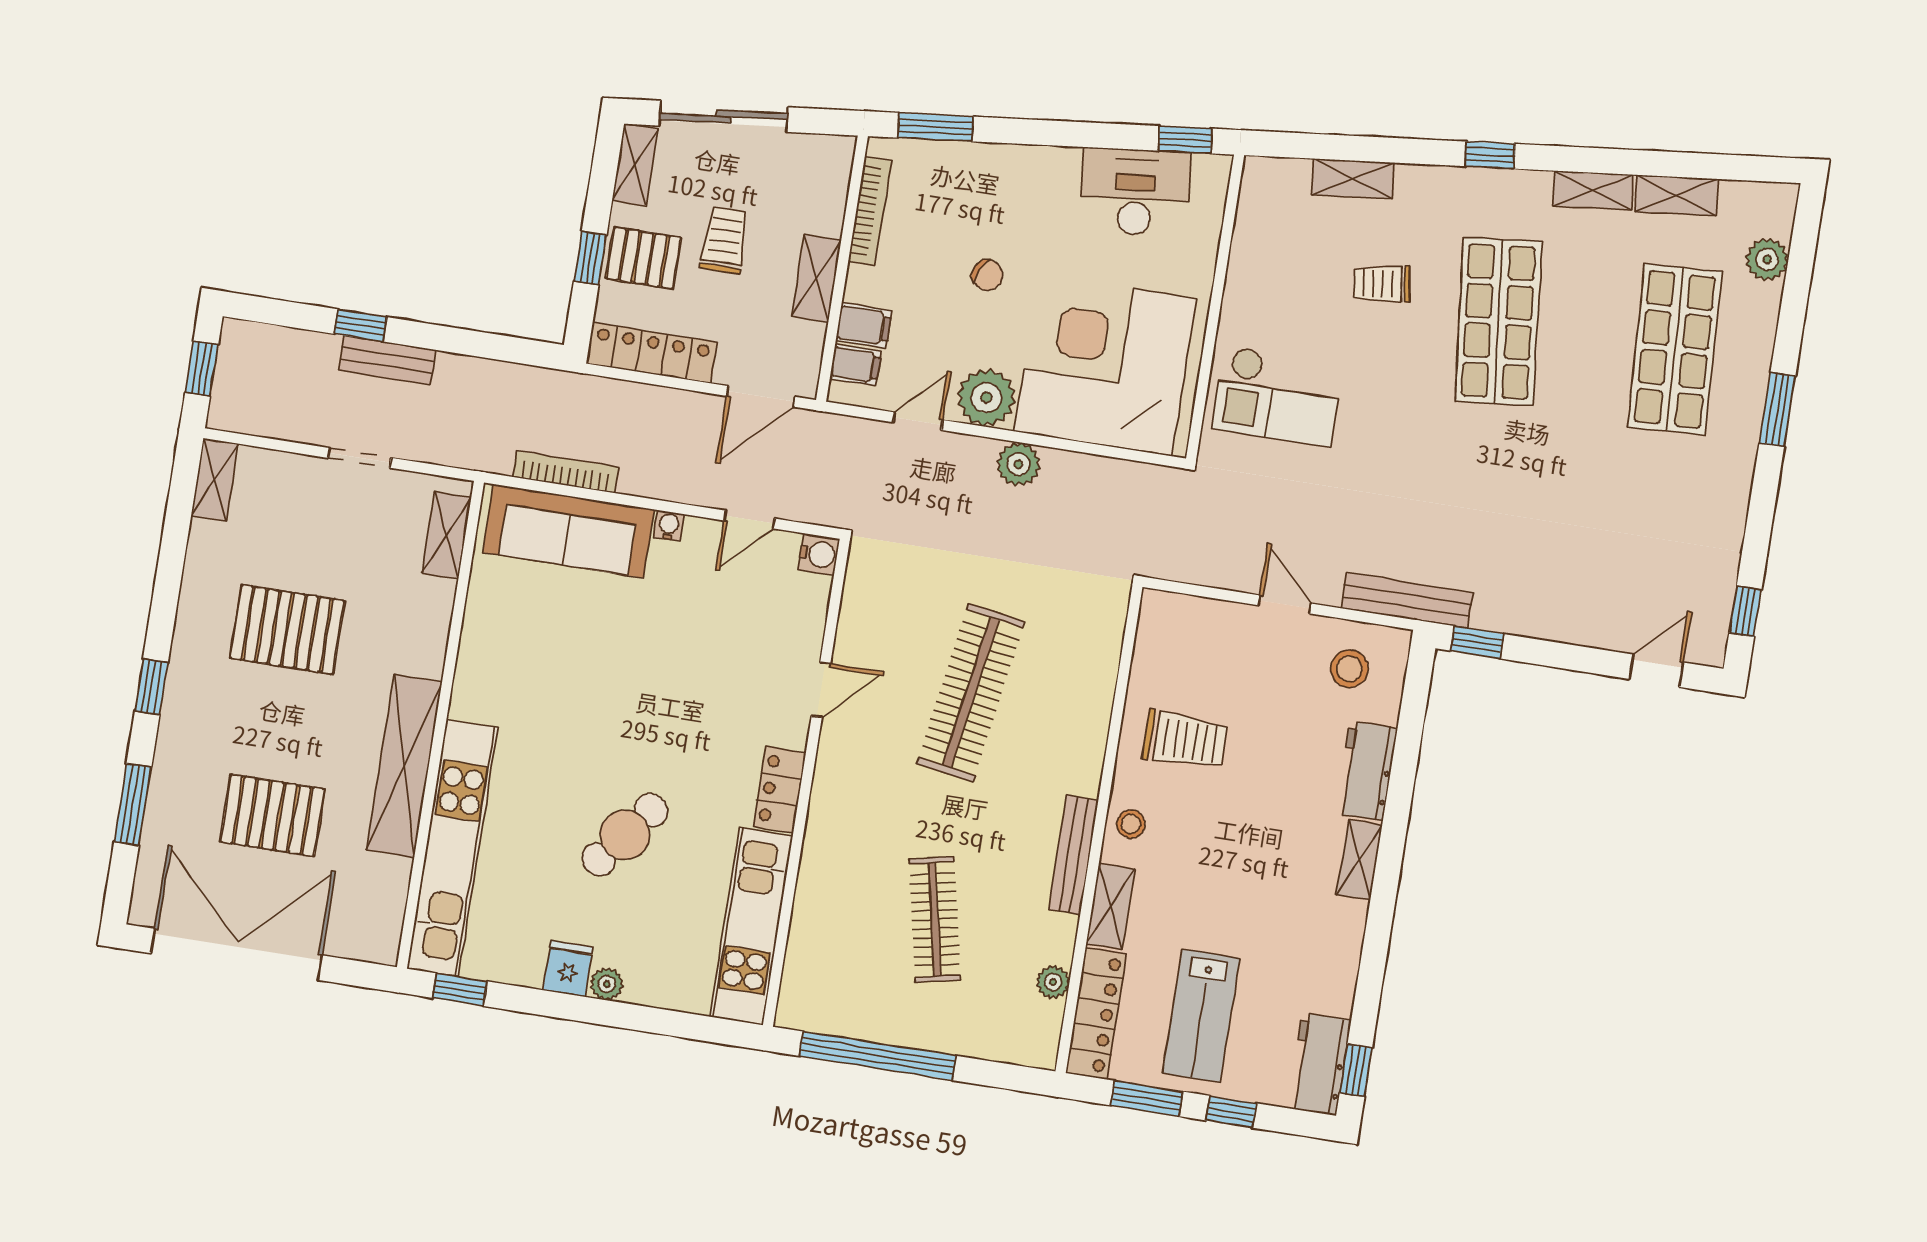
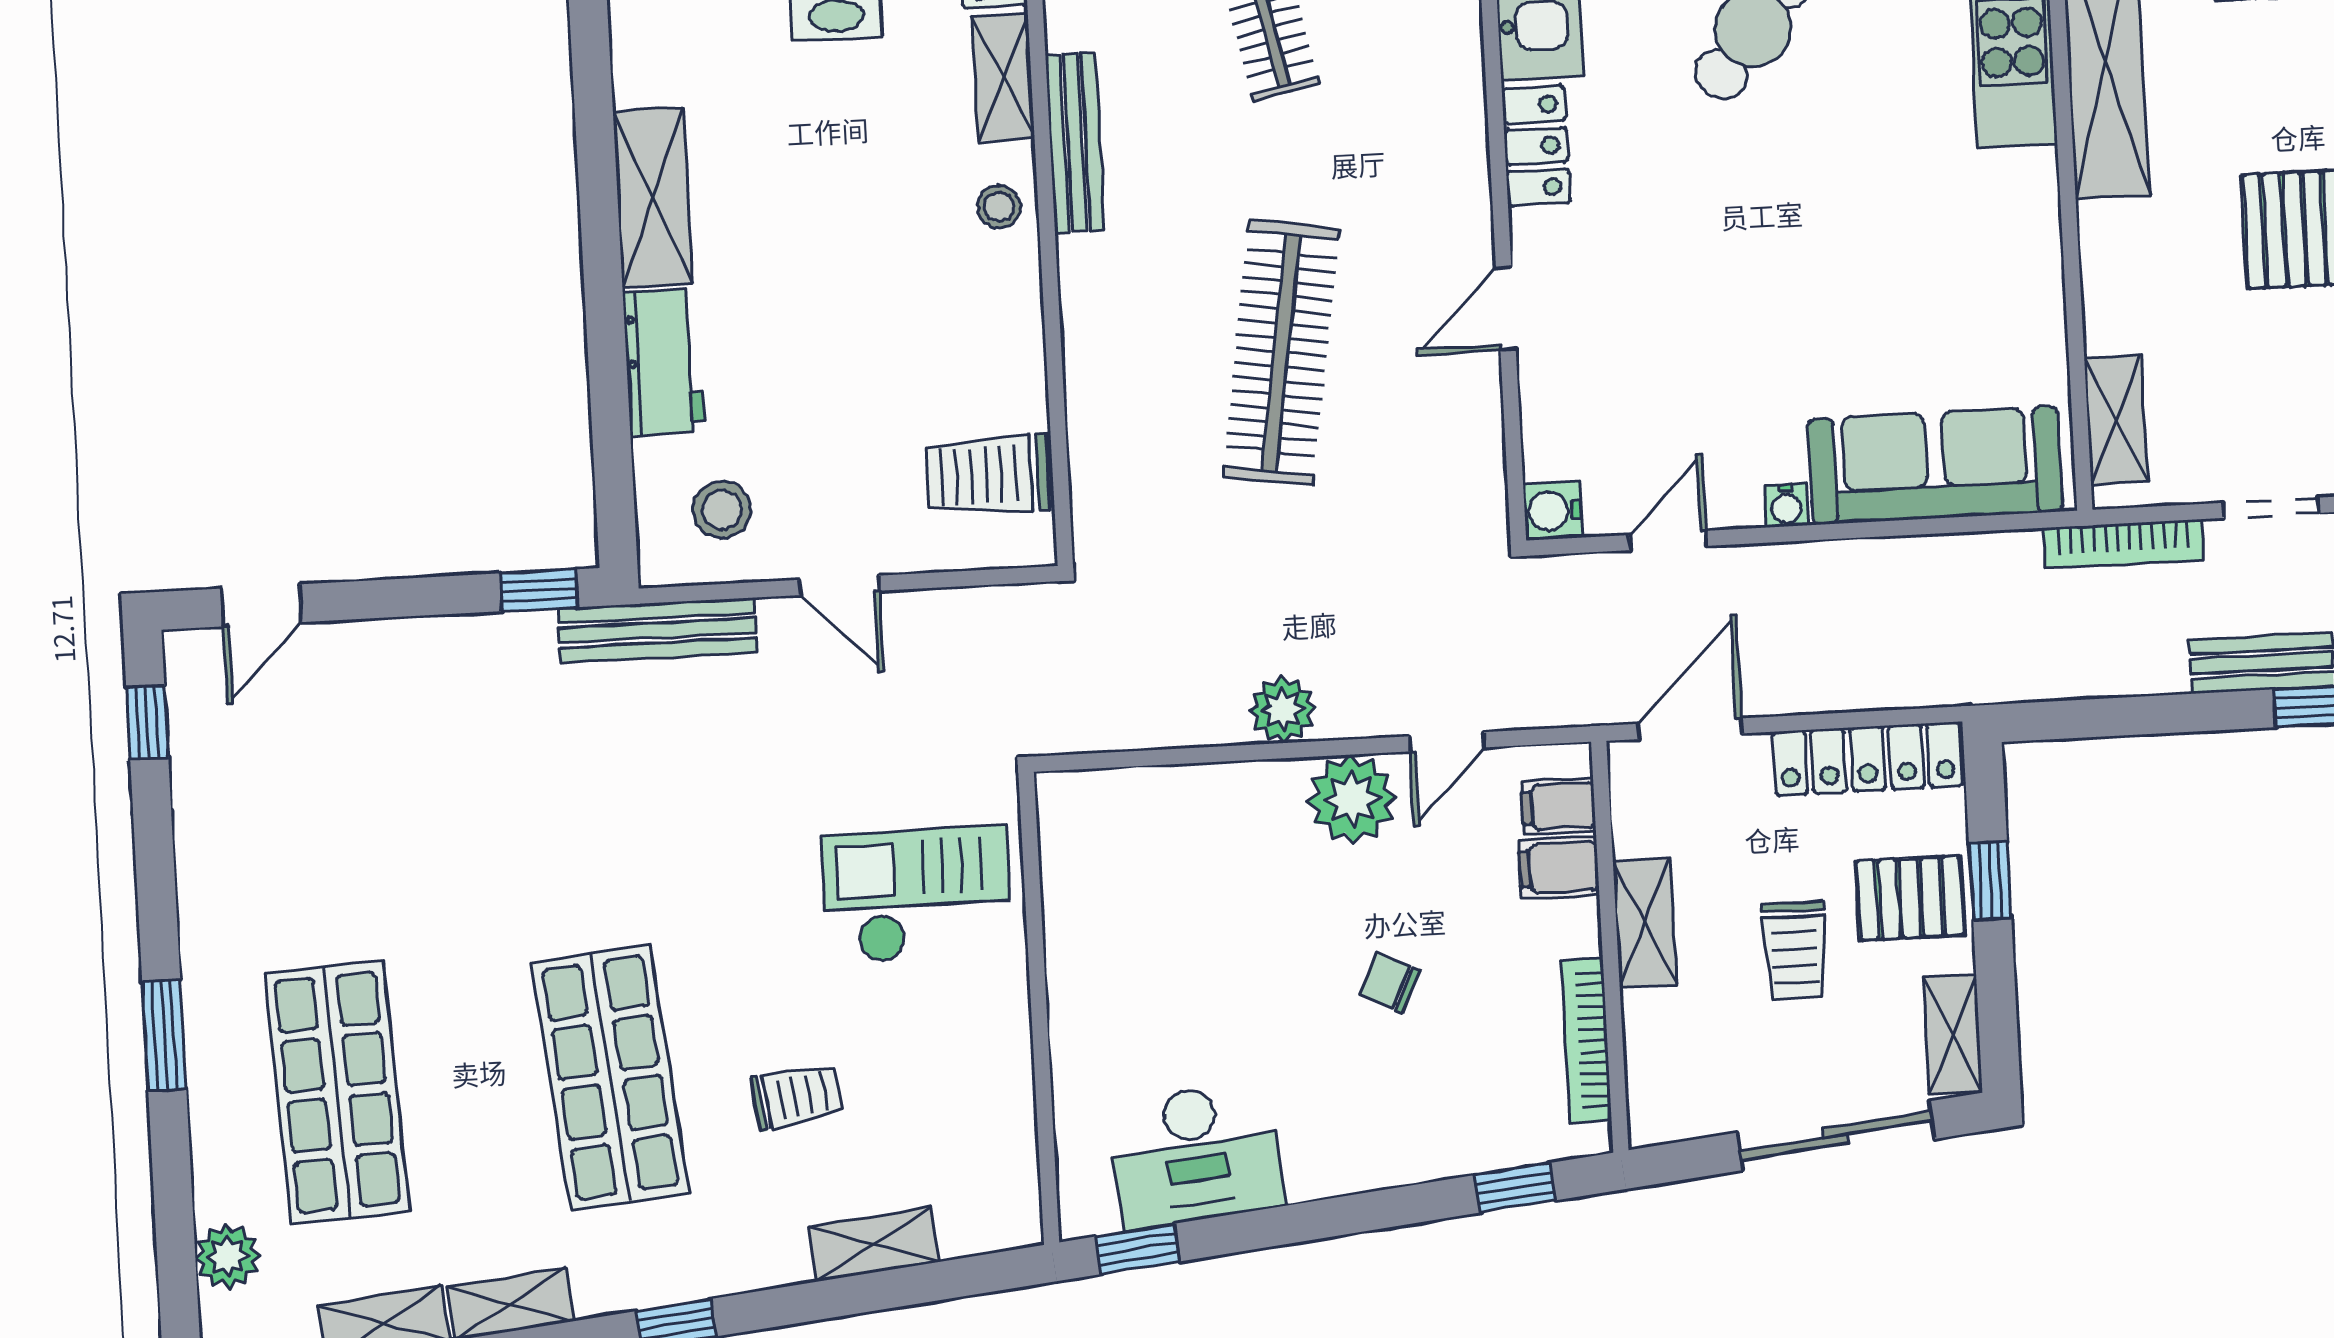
window: (936, 127) -> (1515, 1188), width x0.67
corner desk: (1105, 365) -> (1185, 886), removed
bookcase: (566, 472) -> (2124, 544), moved
trolley: (1185, 740) -> (987, 475), moved
shelving: (1359, 860) -> (653, 197), width x1.50, depth x1.33

